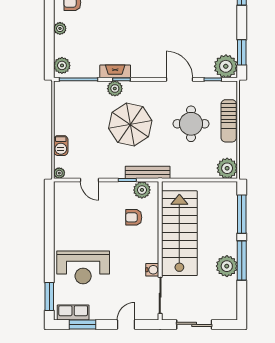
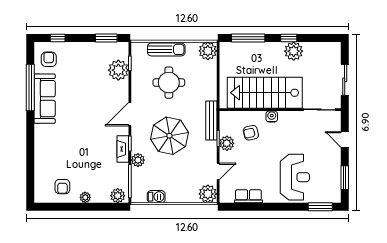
plant: (226, 66) -> (118, 70), moved
door: (179, 79) -> (130, 114), moved
plant: (115, 89) -> (138, 160), moved
barbecue: (61, 146) -> (156, 197), moved
plant: (59, 173) -> (208, 194), width x1.87, depth x1.87
plant: (142, 190) -> (227, 143), moved
armchair: (134, 217) -> (251, 133), turned 77
window: (242, 261) -> (289, 38), width x0.46
water cooler: (152, 270) -> (272, 116), moved
row of seats: (73, 312) -> (248, 196), moved, turned 90

